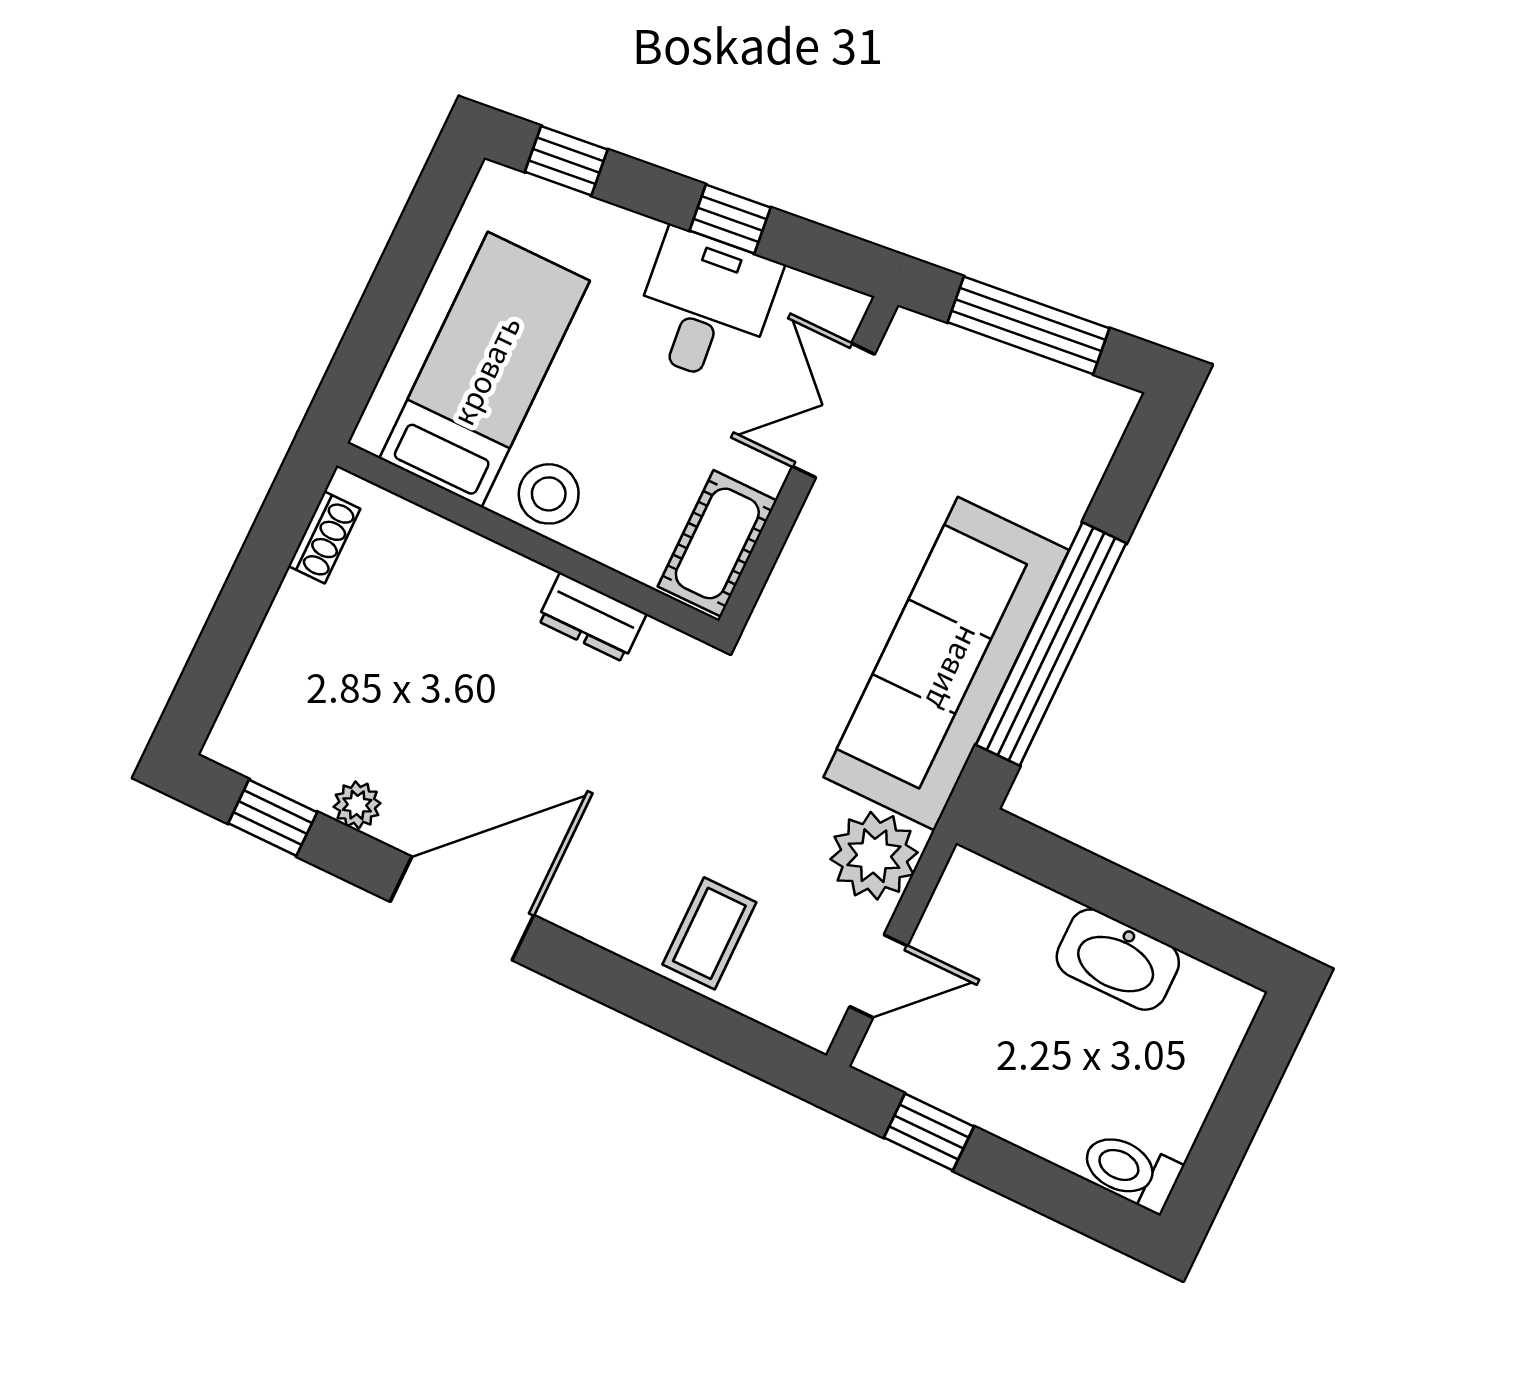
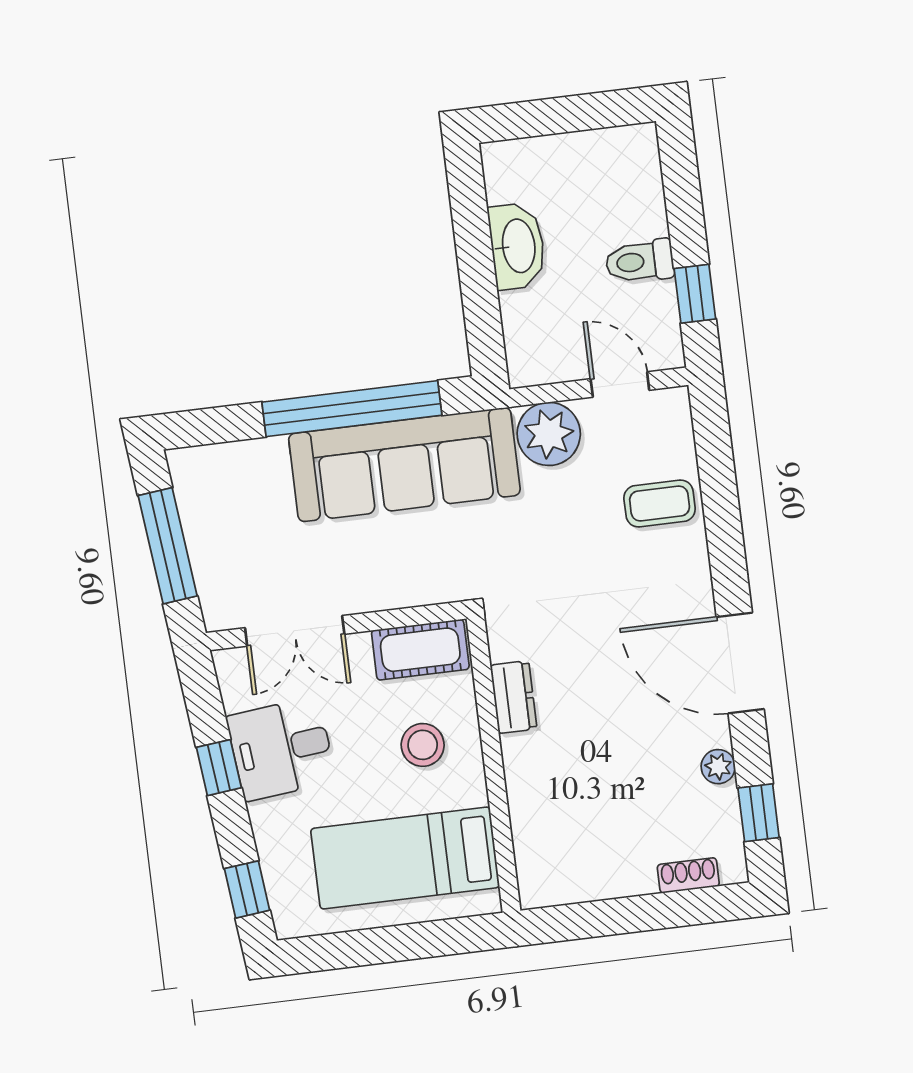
stool: (549, 494) -> (423, 745), moved
shoe rack: (324, 537) -> (688, 875), moved
toilet: (1131, 1171) -> (640, 261), moved, turned 90

